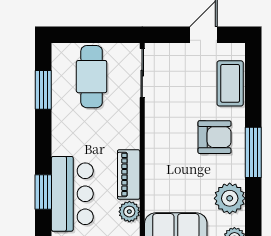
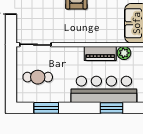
cafe table: (92, 77) -> (38, 77), width x0.73, depth x0.74
bar counter: (72, 194) -> (104, 89), width x1.36

